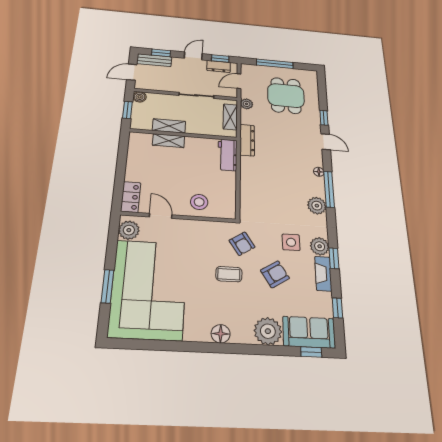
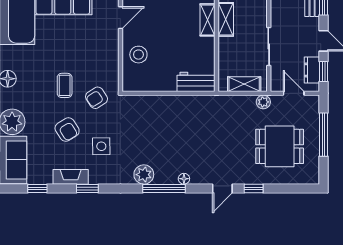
dresser: (247, 140) -> (216, 103), removed
plant: (320, 246) -> (99, 175), removed

